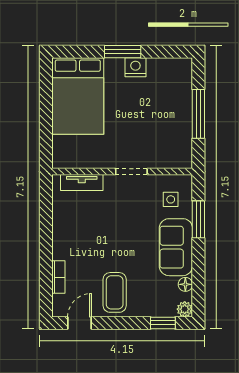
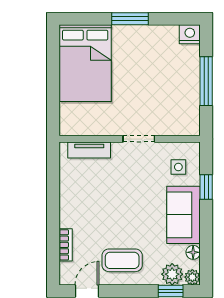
nightstand: (135, 67) -> (190, 34), moved
window: (198, 219) -> (206, 187), width x0.67
coffee table: (115, 292) -> (122, 260), turned 90
plant: (164, 306) -> (172, 274), added

